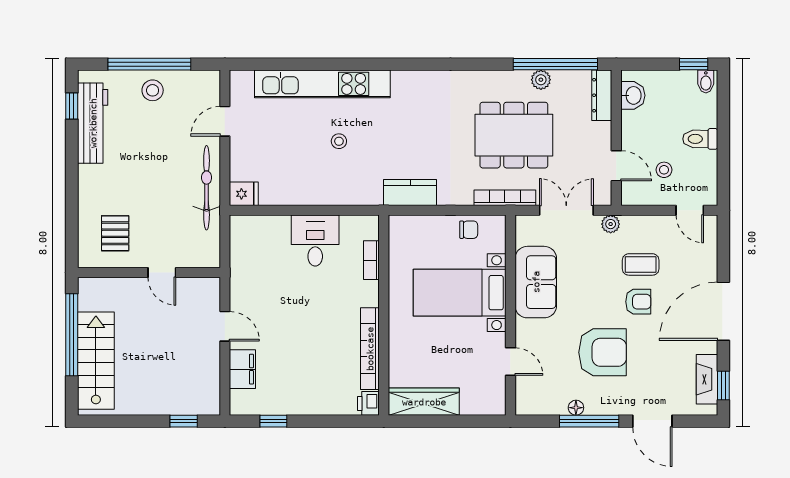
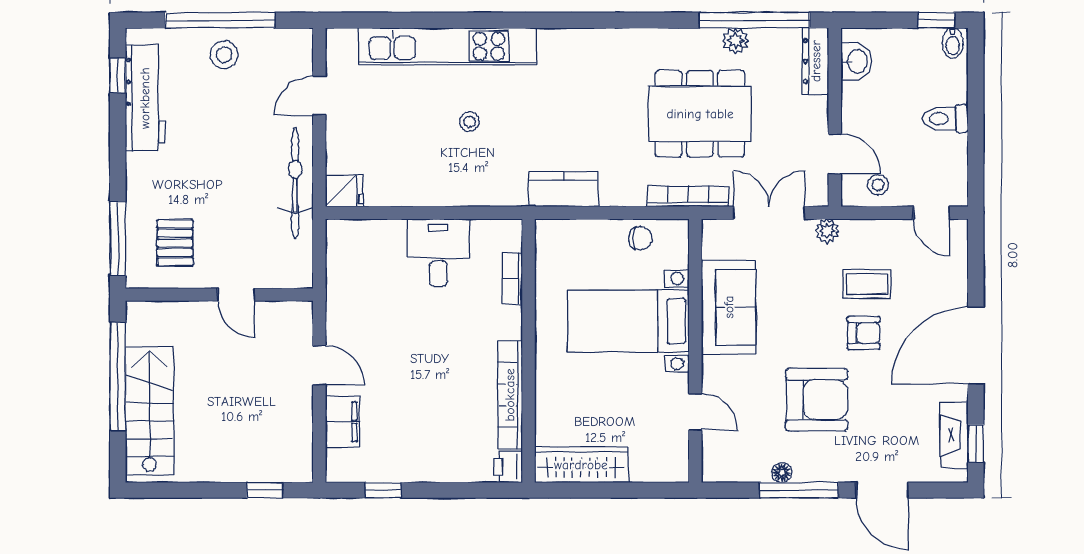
stool: (664, 170) -> (878, 185), moved
window: (72, 230) -> (118, 238), added

